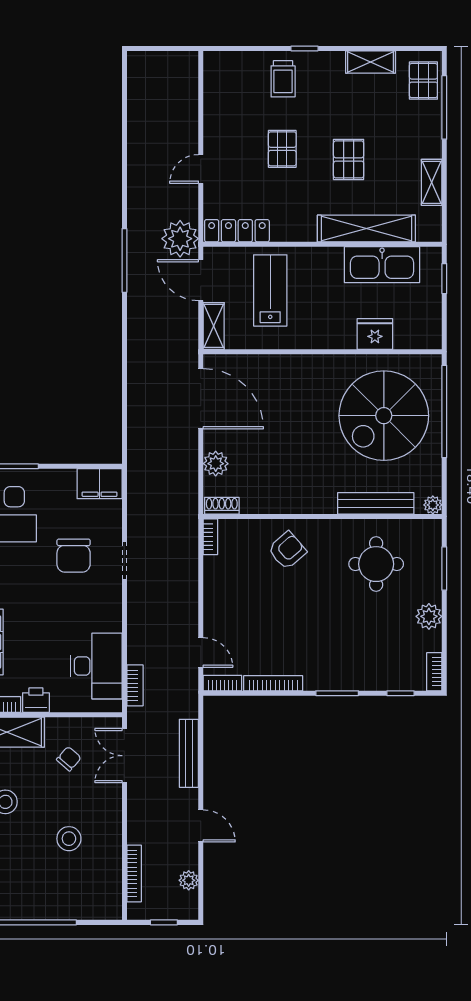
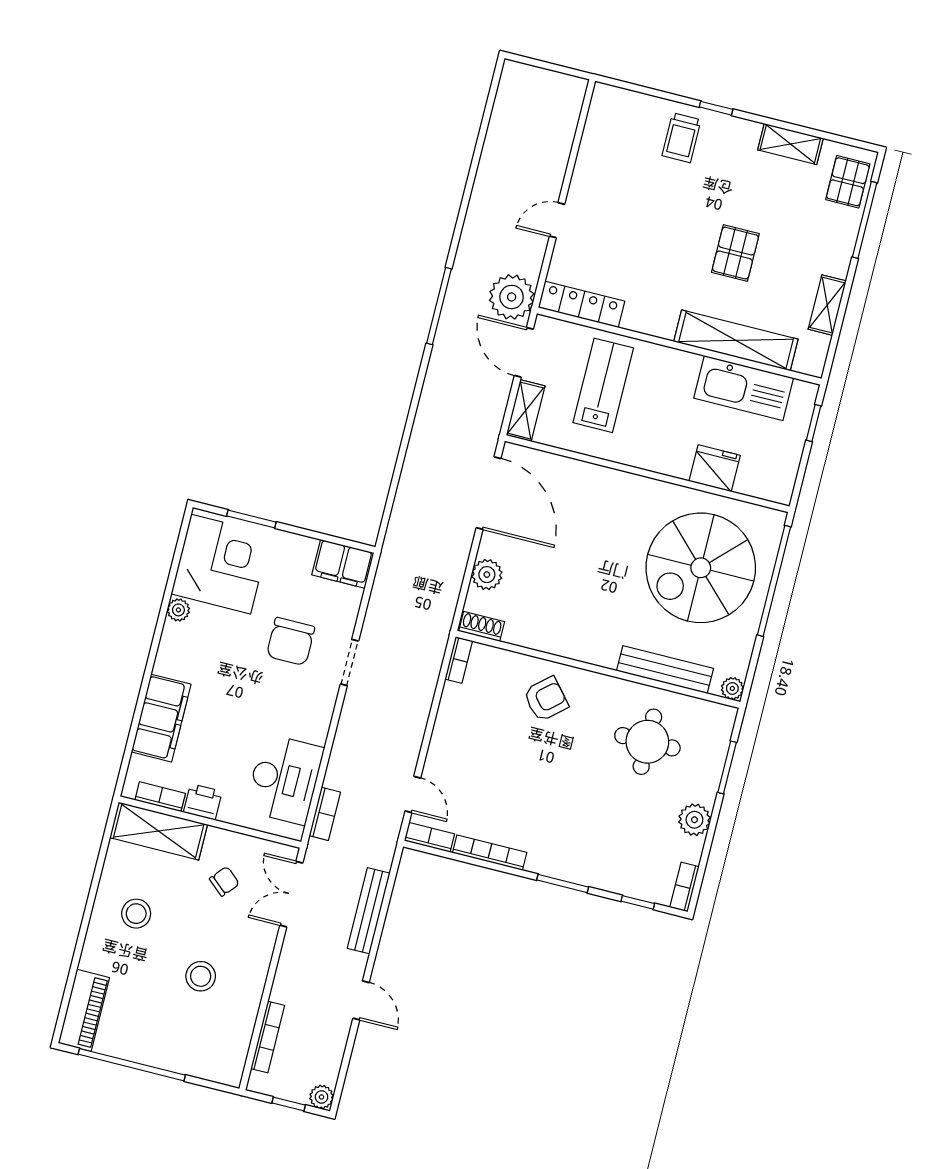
pallet: (282, 149) -> (660, 221), removed
plant: (189, 880) -> (322, 1097), moved

